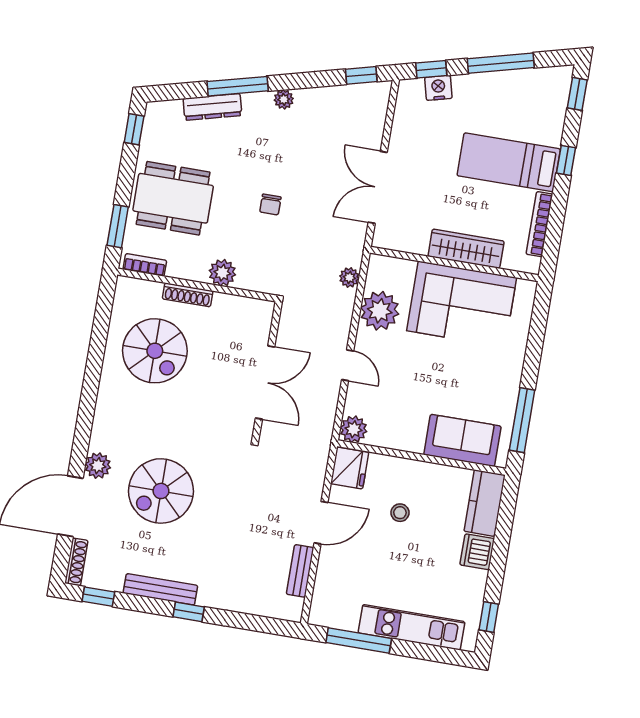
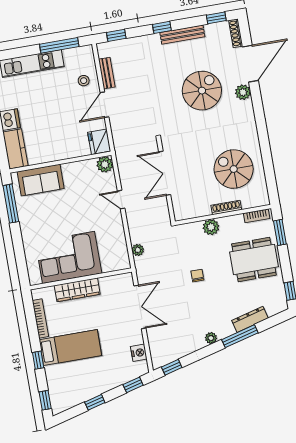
window: (501, 63) -> (95, 402), width x0.46
nightstand: (438, 88) -> (139, 353), moved, turned -75
plant: (380, 311) -> (114, 237), removed
stool: (400, 513) -> (84, 81), moved
window: (264, 625) -> (116, 35), added

